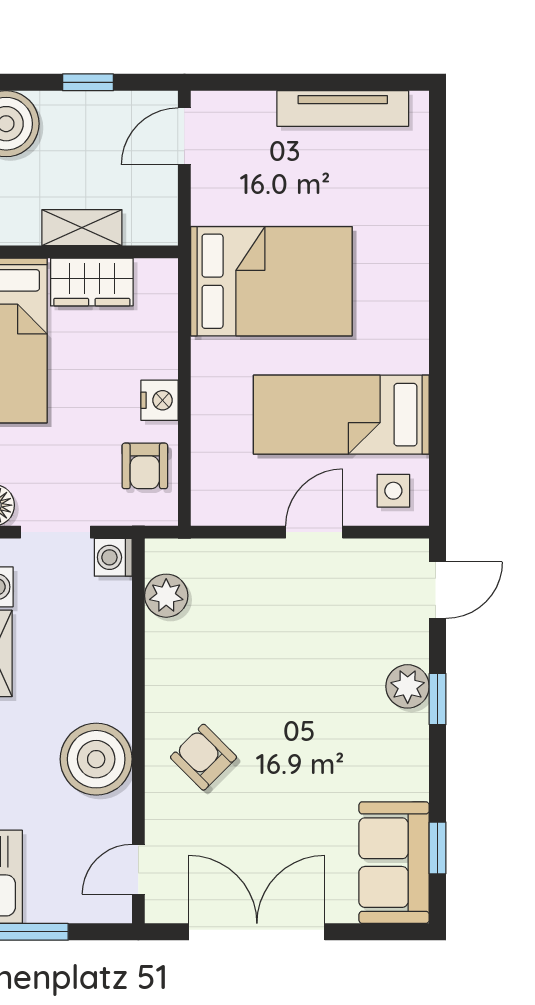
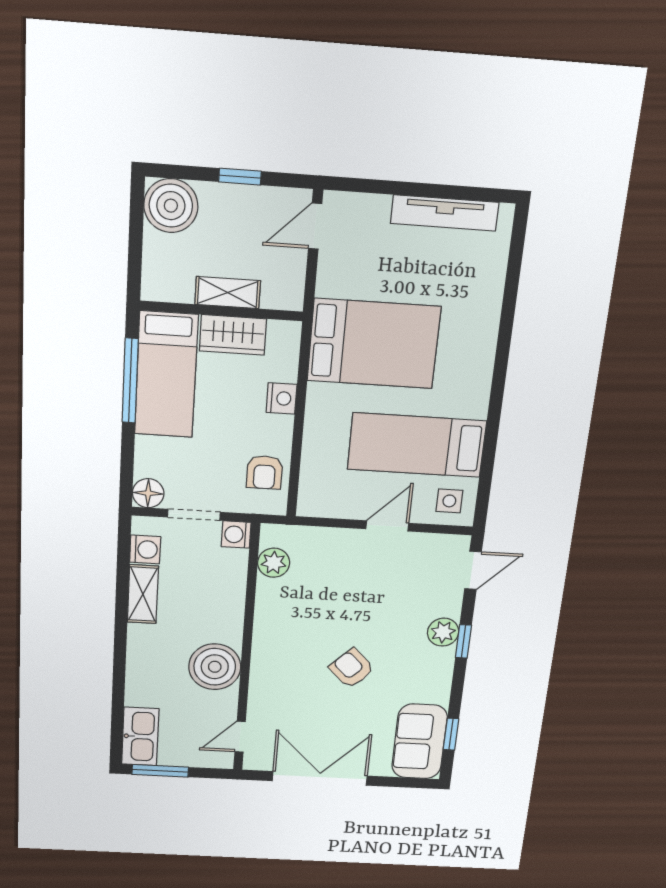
nightstand: (160, 400) -> (281, 398), moved
armchair: (203, 757) -> (352, 668), moved

